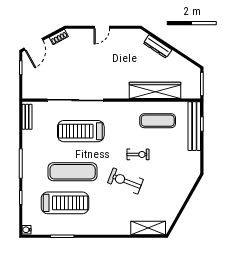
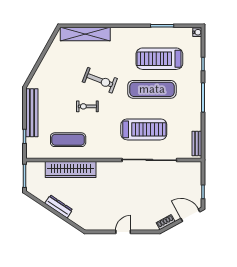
door: (33, 44) -> (190, 215), hinge flipped
dresser: (157, 46) -> (59, 206), moved
bench: (194, 126) -> (32, 113), moved
shelving: (148, 228) -> (85, 34), width x1.47

